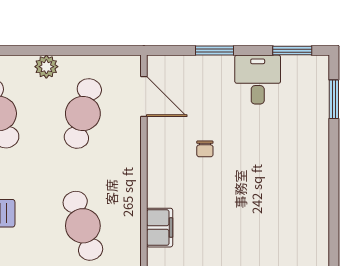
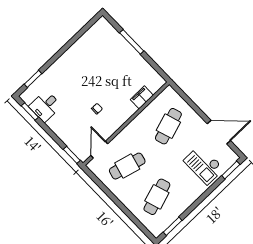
window: (214, 51) -> (72, 155), moved
plant: (46, 67) -> (123, 196), removed
desk: (258, 80) -> (45, 106), moved

